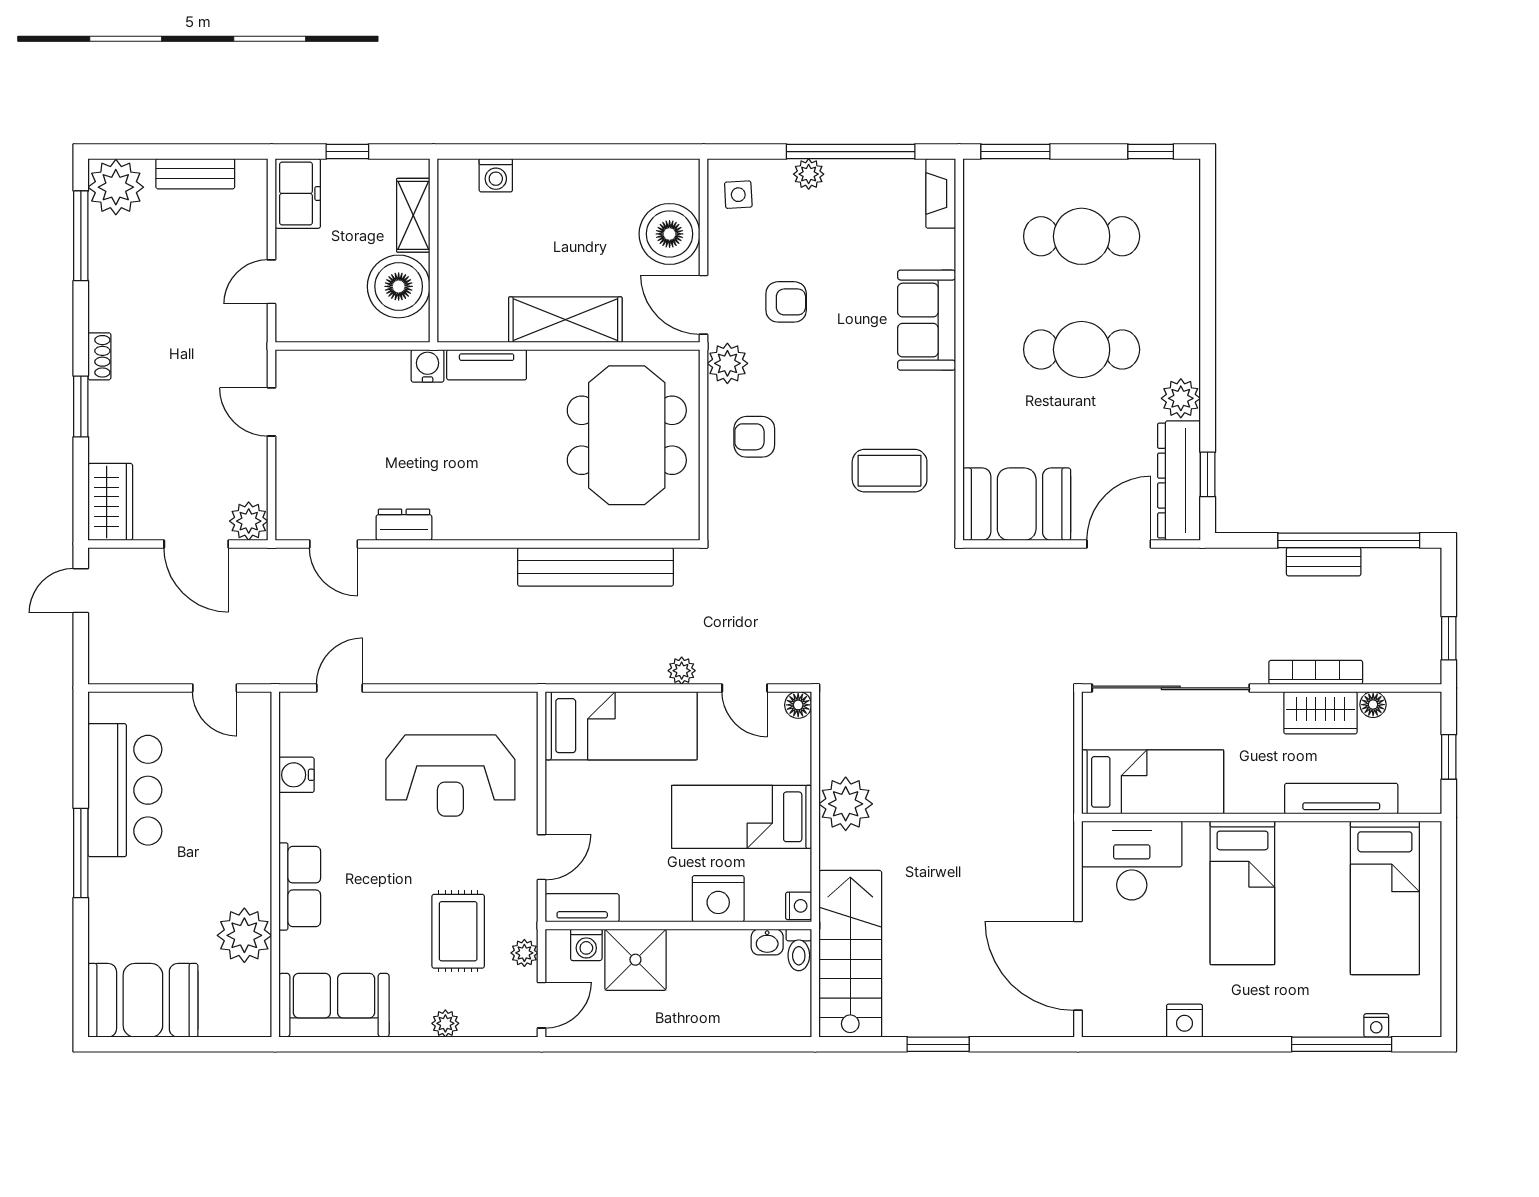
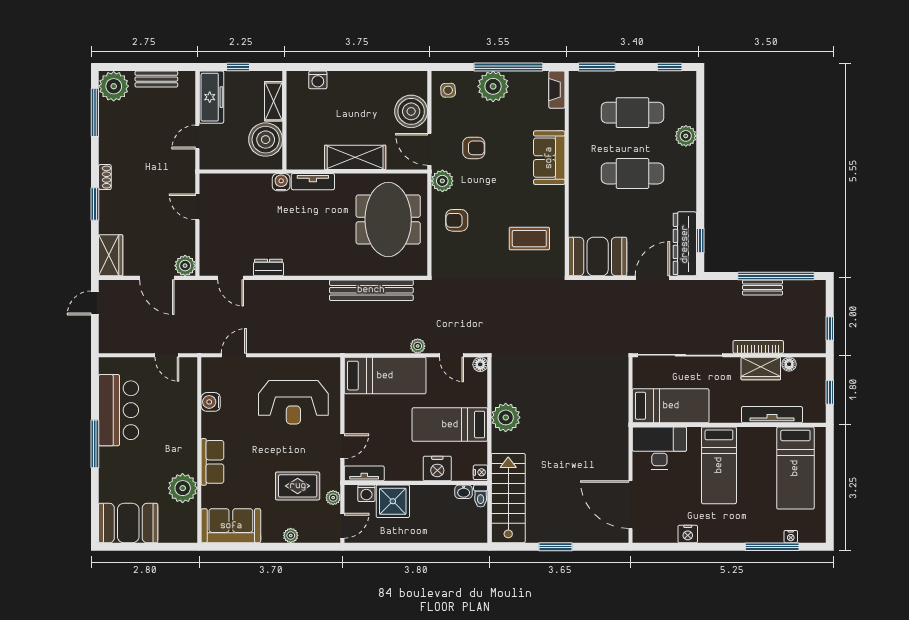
plant: (809, 174) -> (493, 86), width x1.87, depth x1.87
freezer: (298, 193) -> (211, 97), width x1.40
plant: (1181, 398) -> (686, 136), moved
rug: (458, 931) -> (298, 486), turned 90

